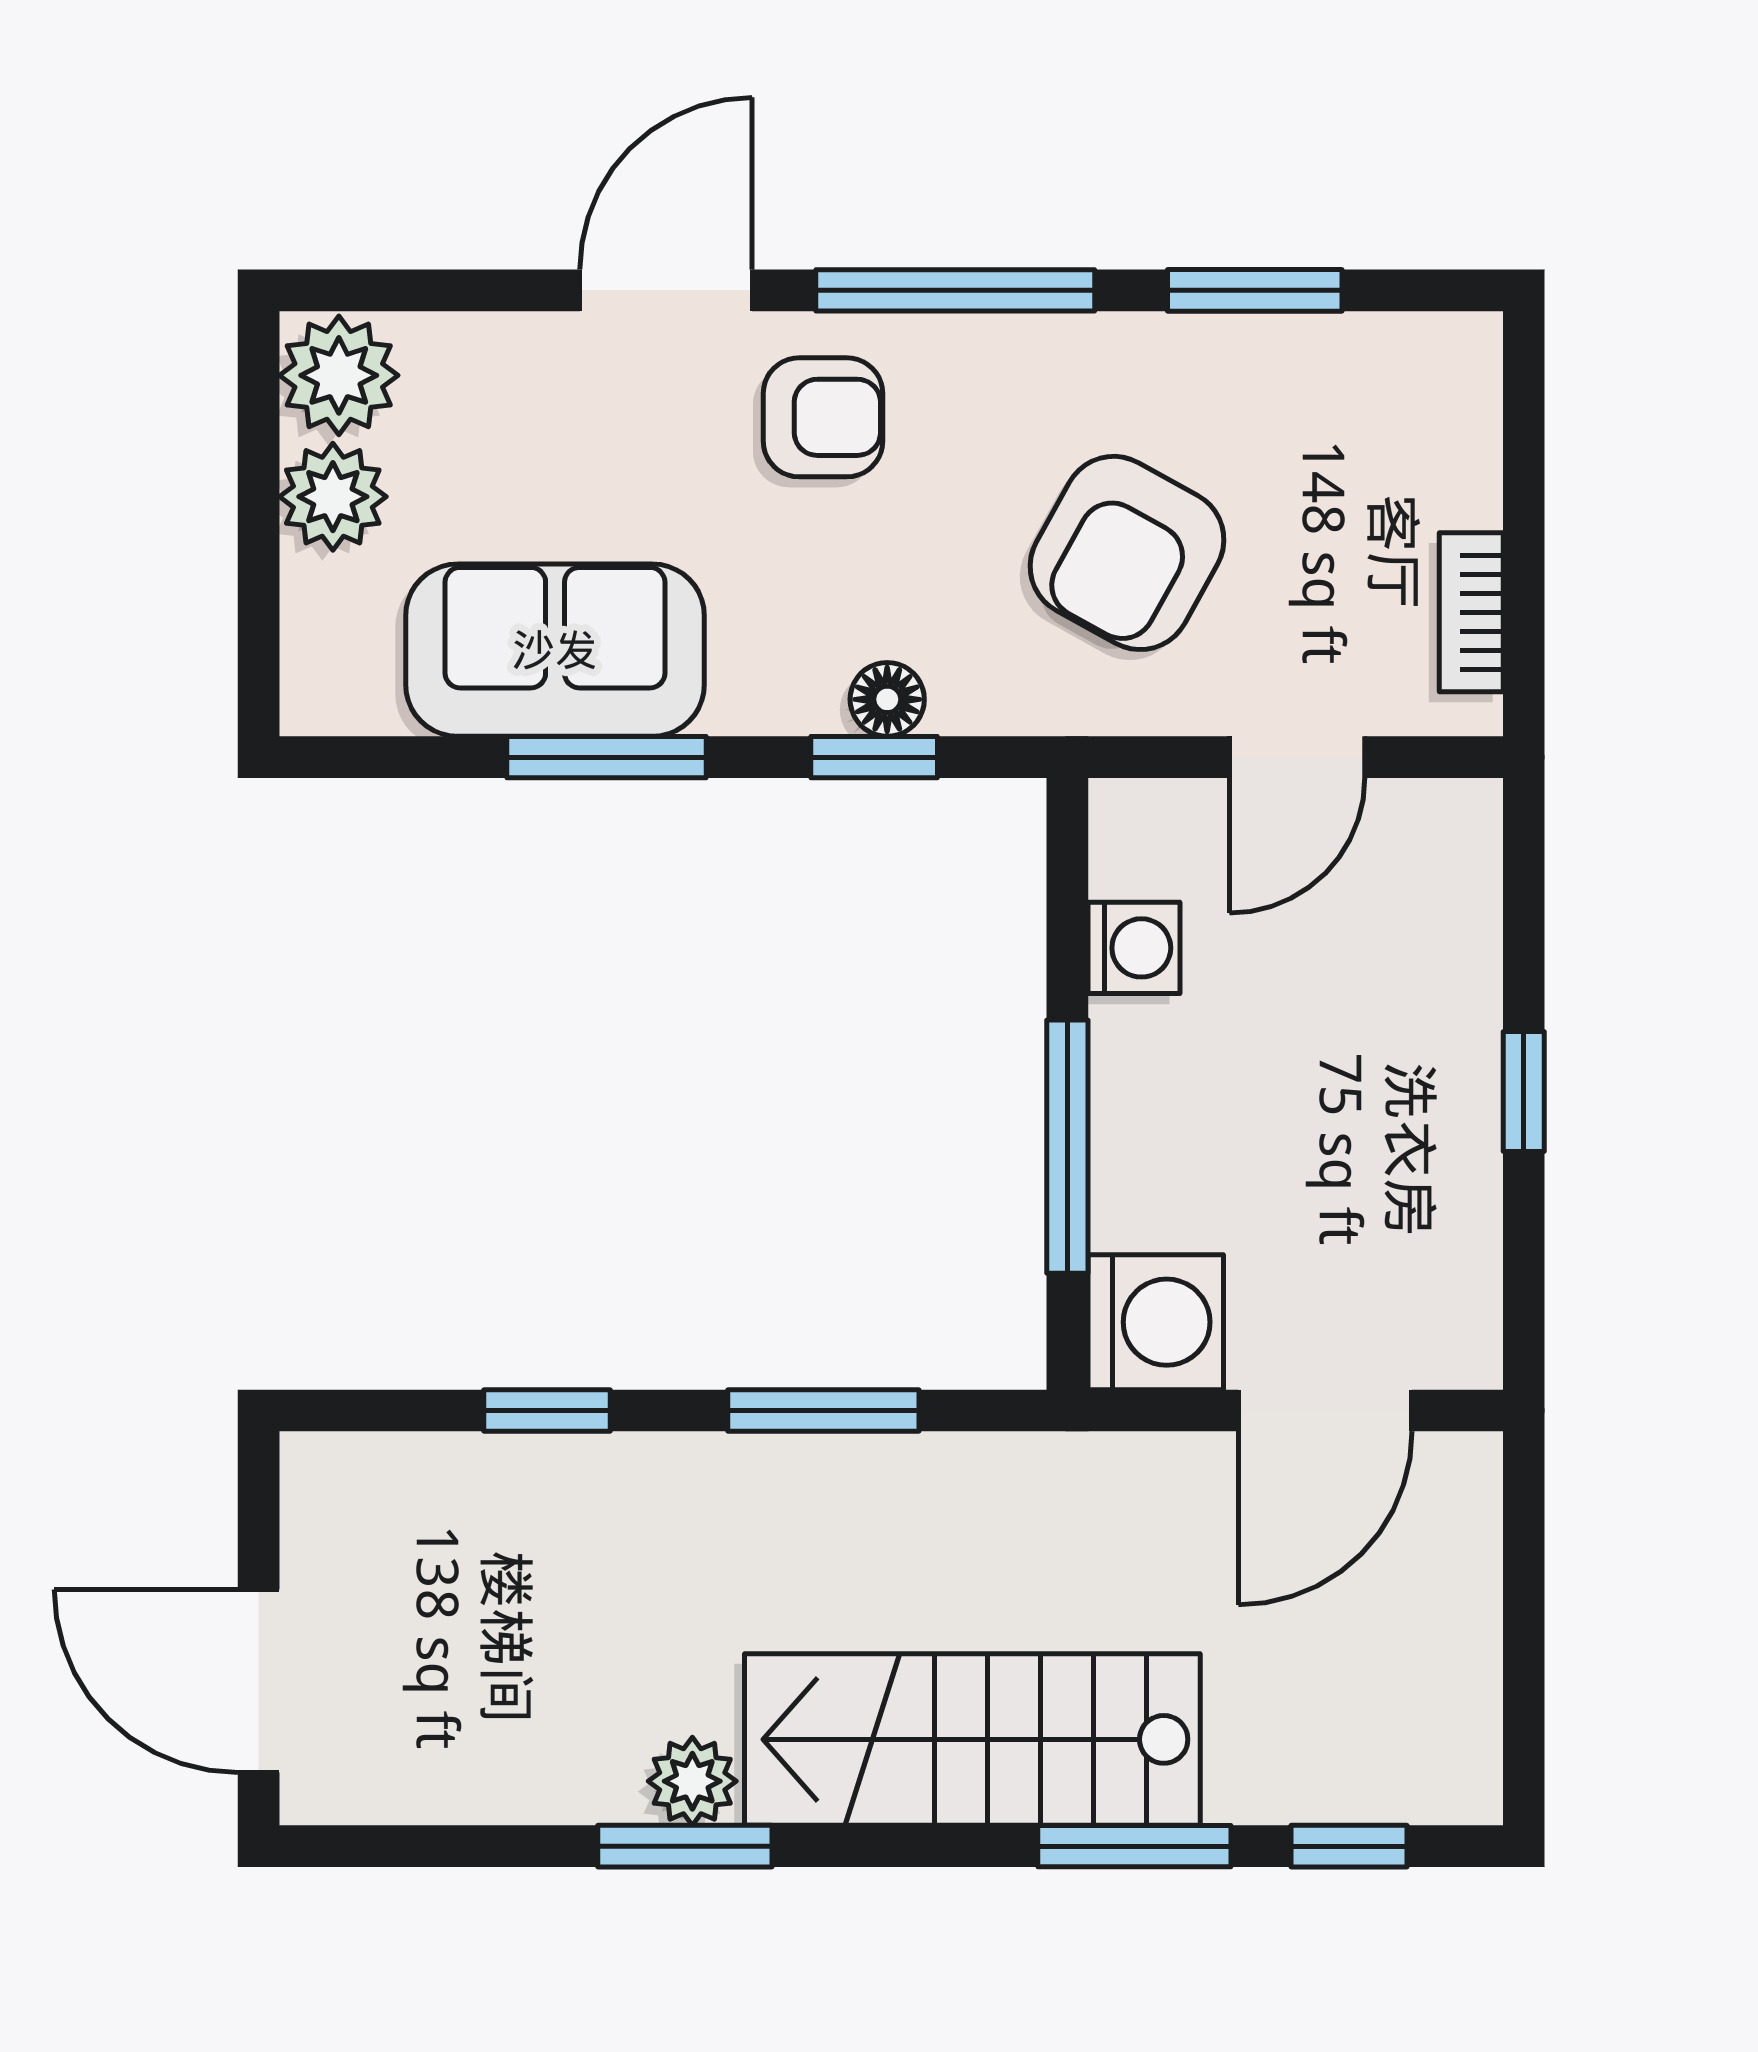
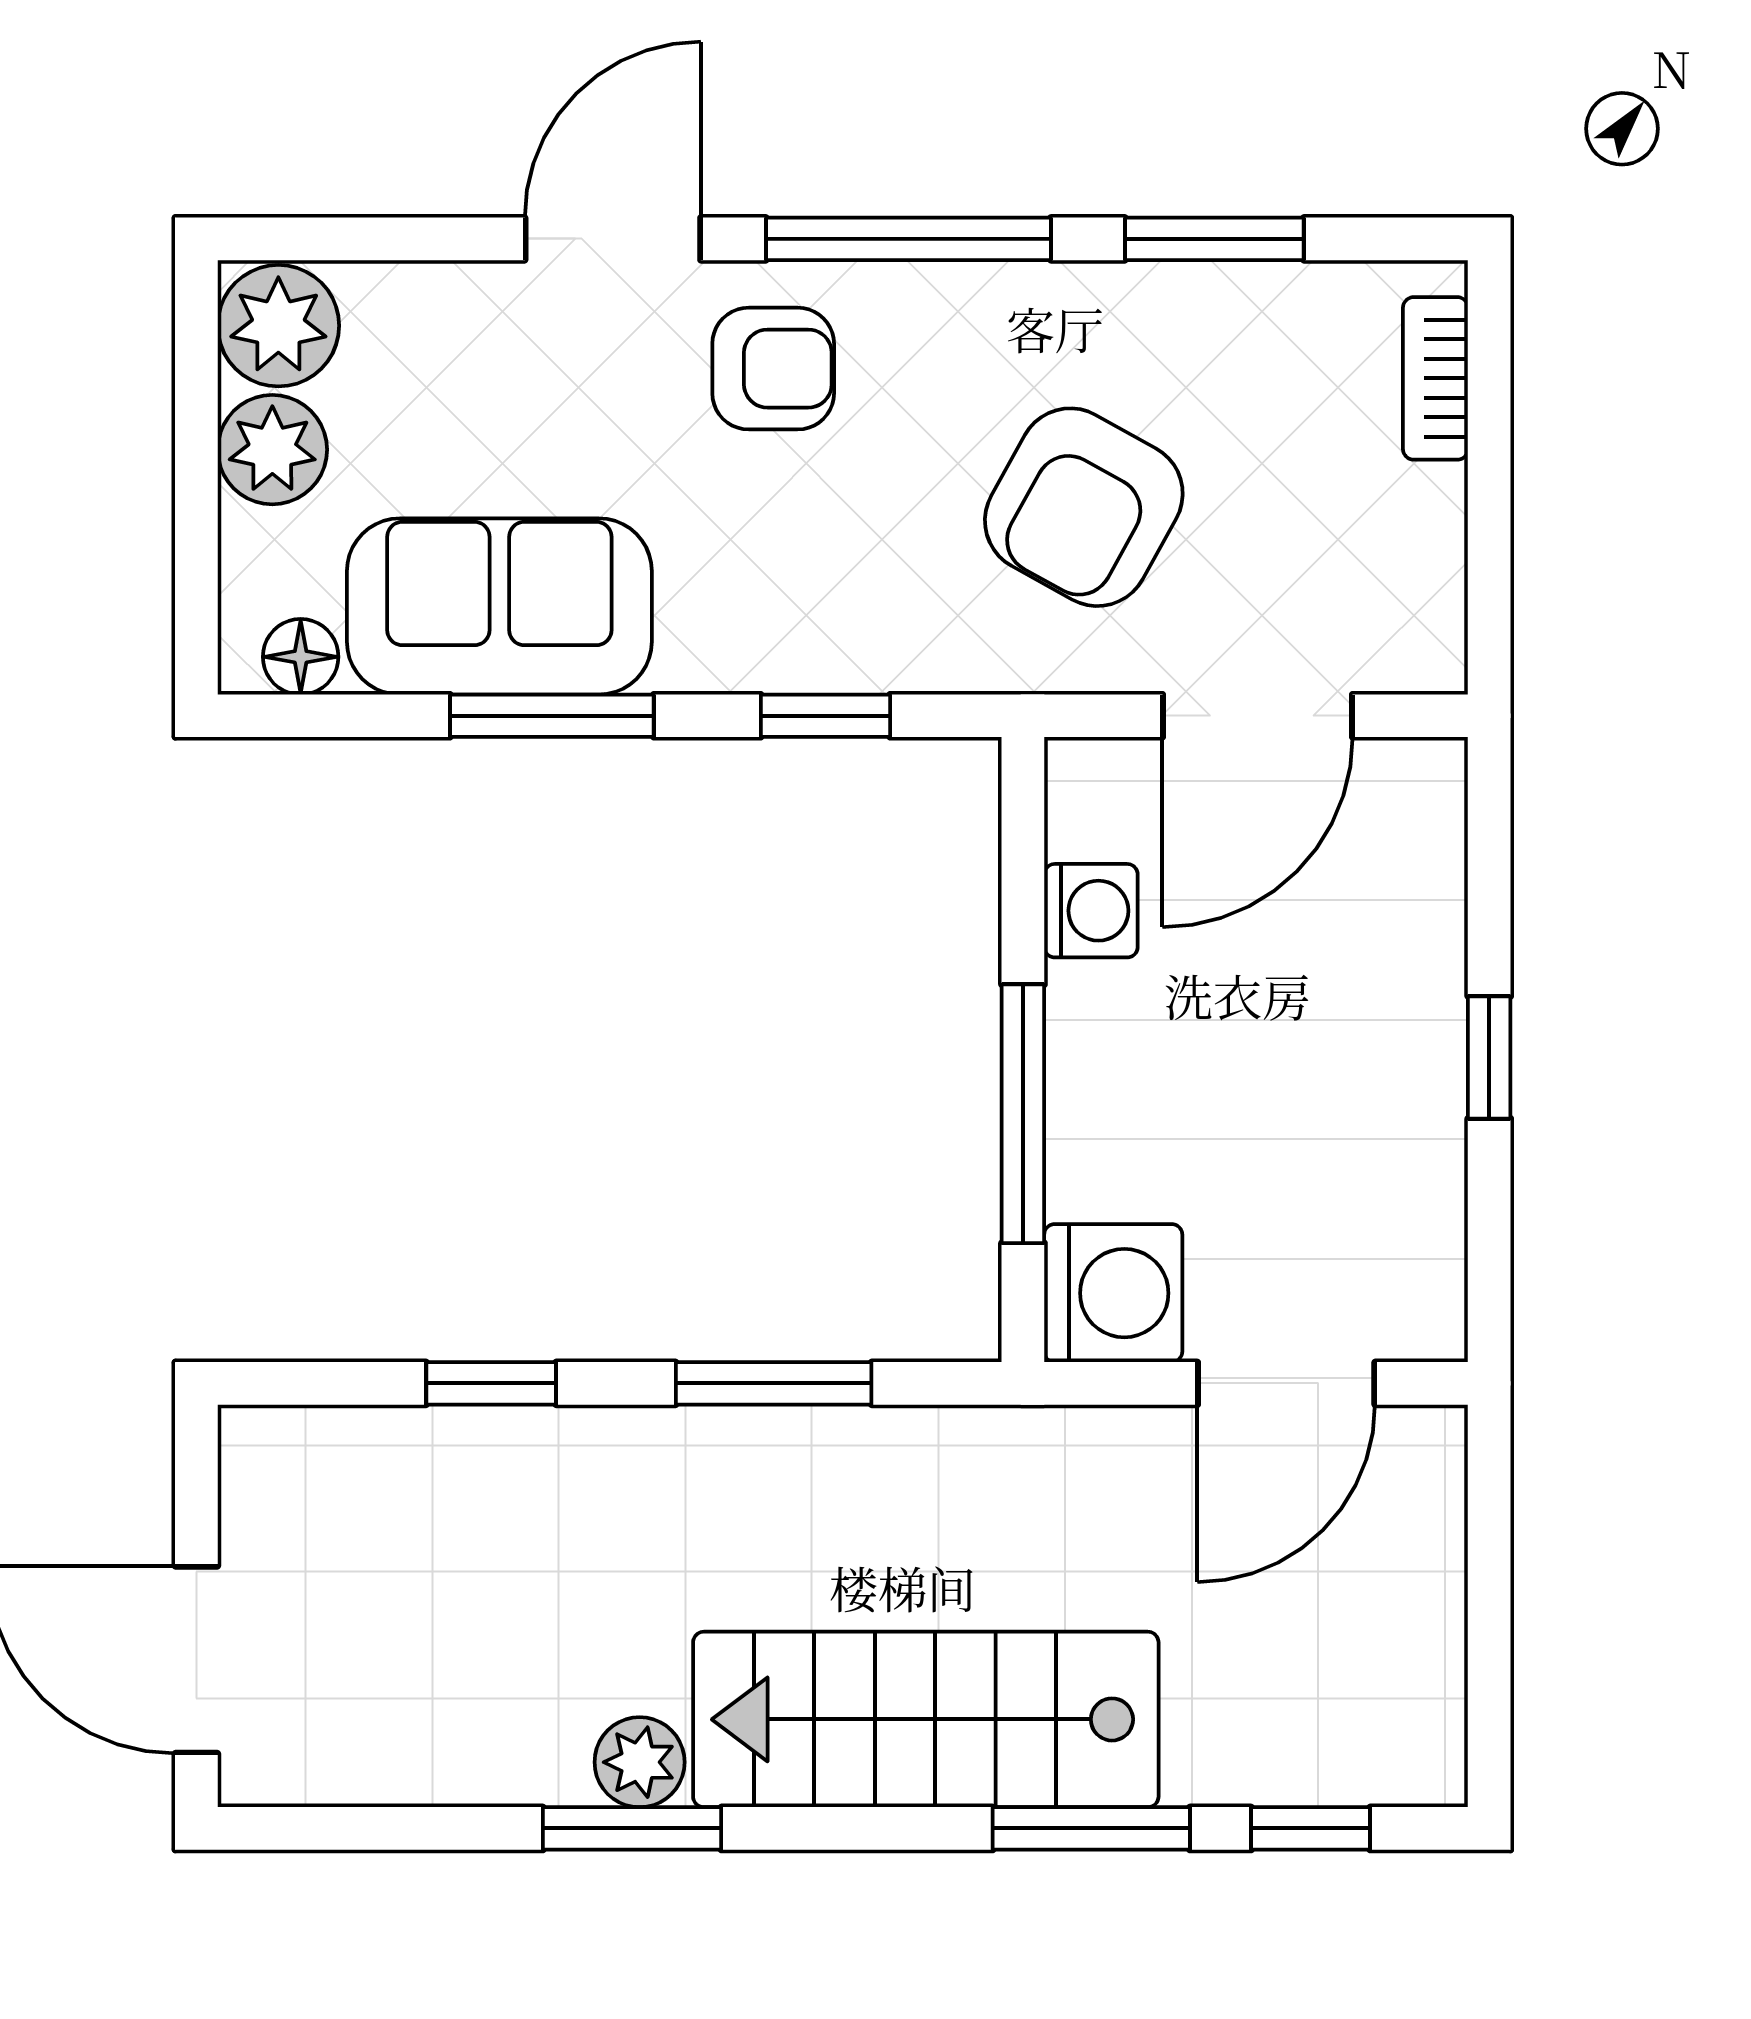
bookcase: (1471, 612) -> (1435, 378), moved
floor lamp: (887, 699) -> (301, 657), moved
door: (1297, 757) -> (1258, 716), width x1.38

